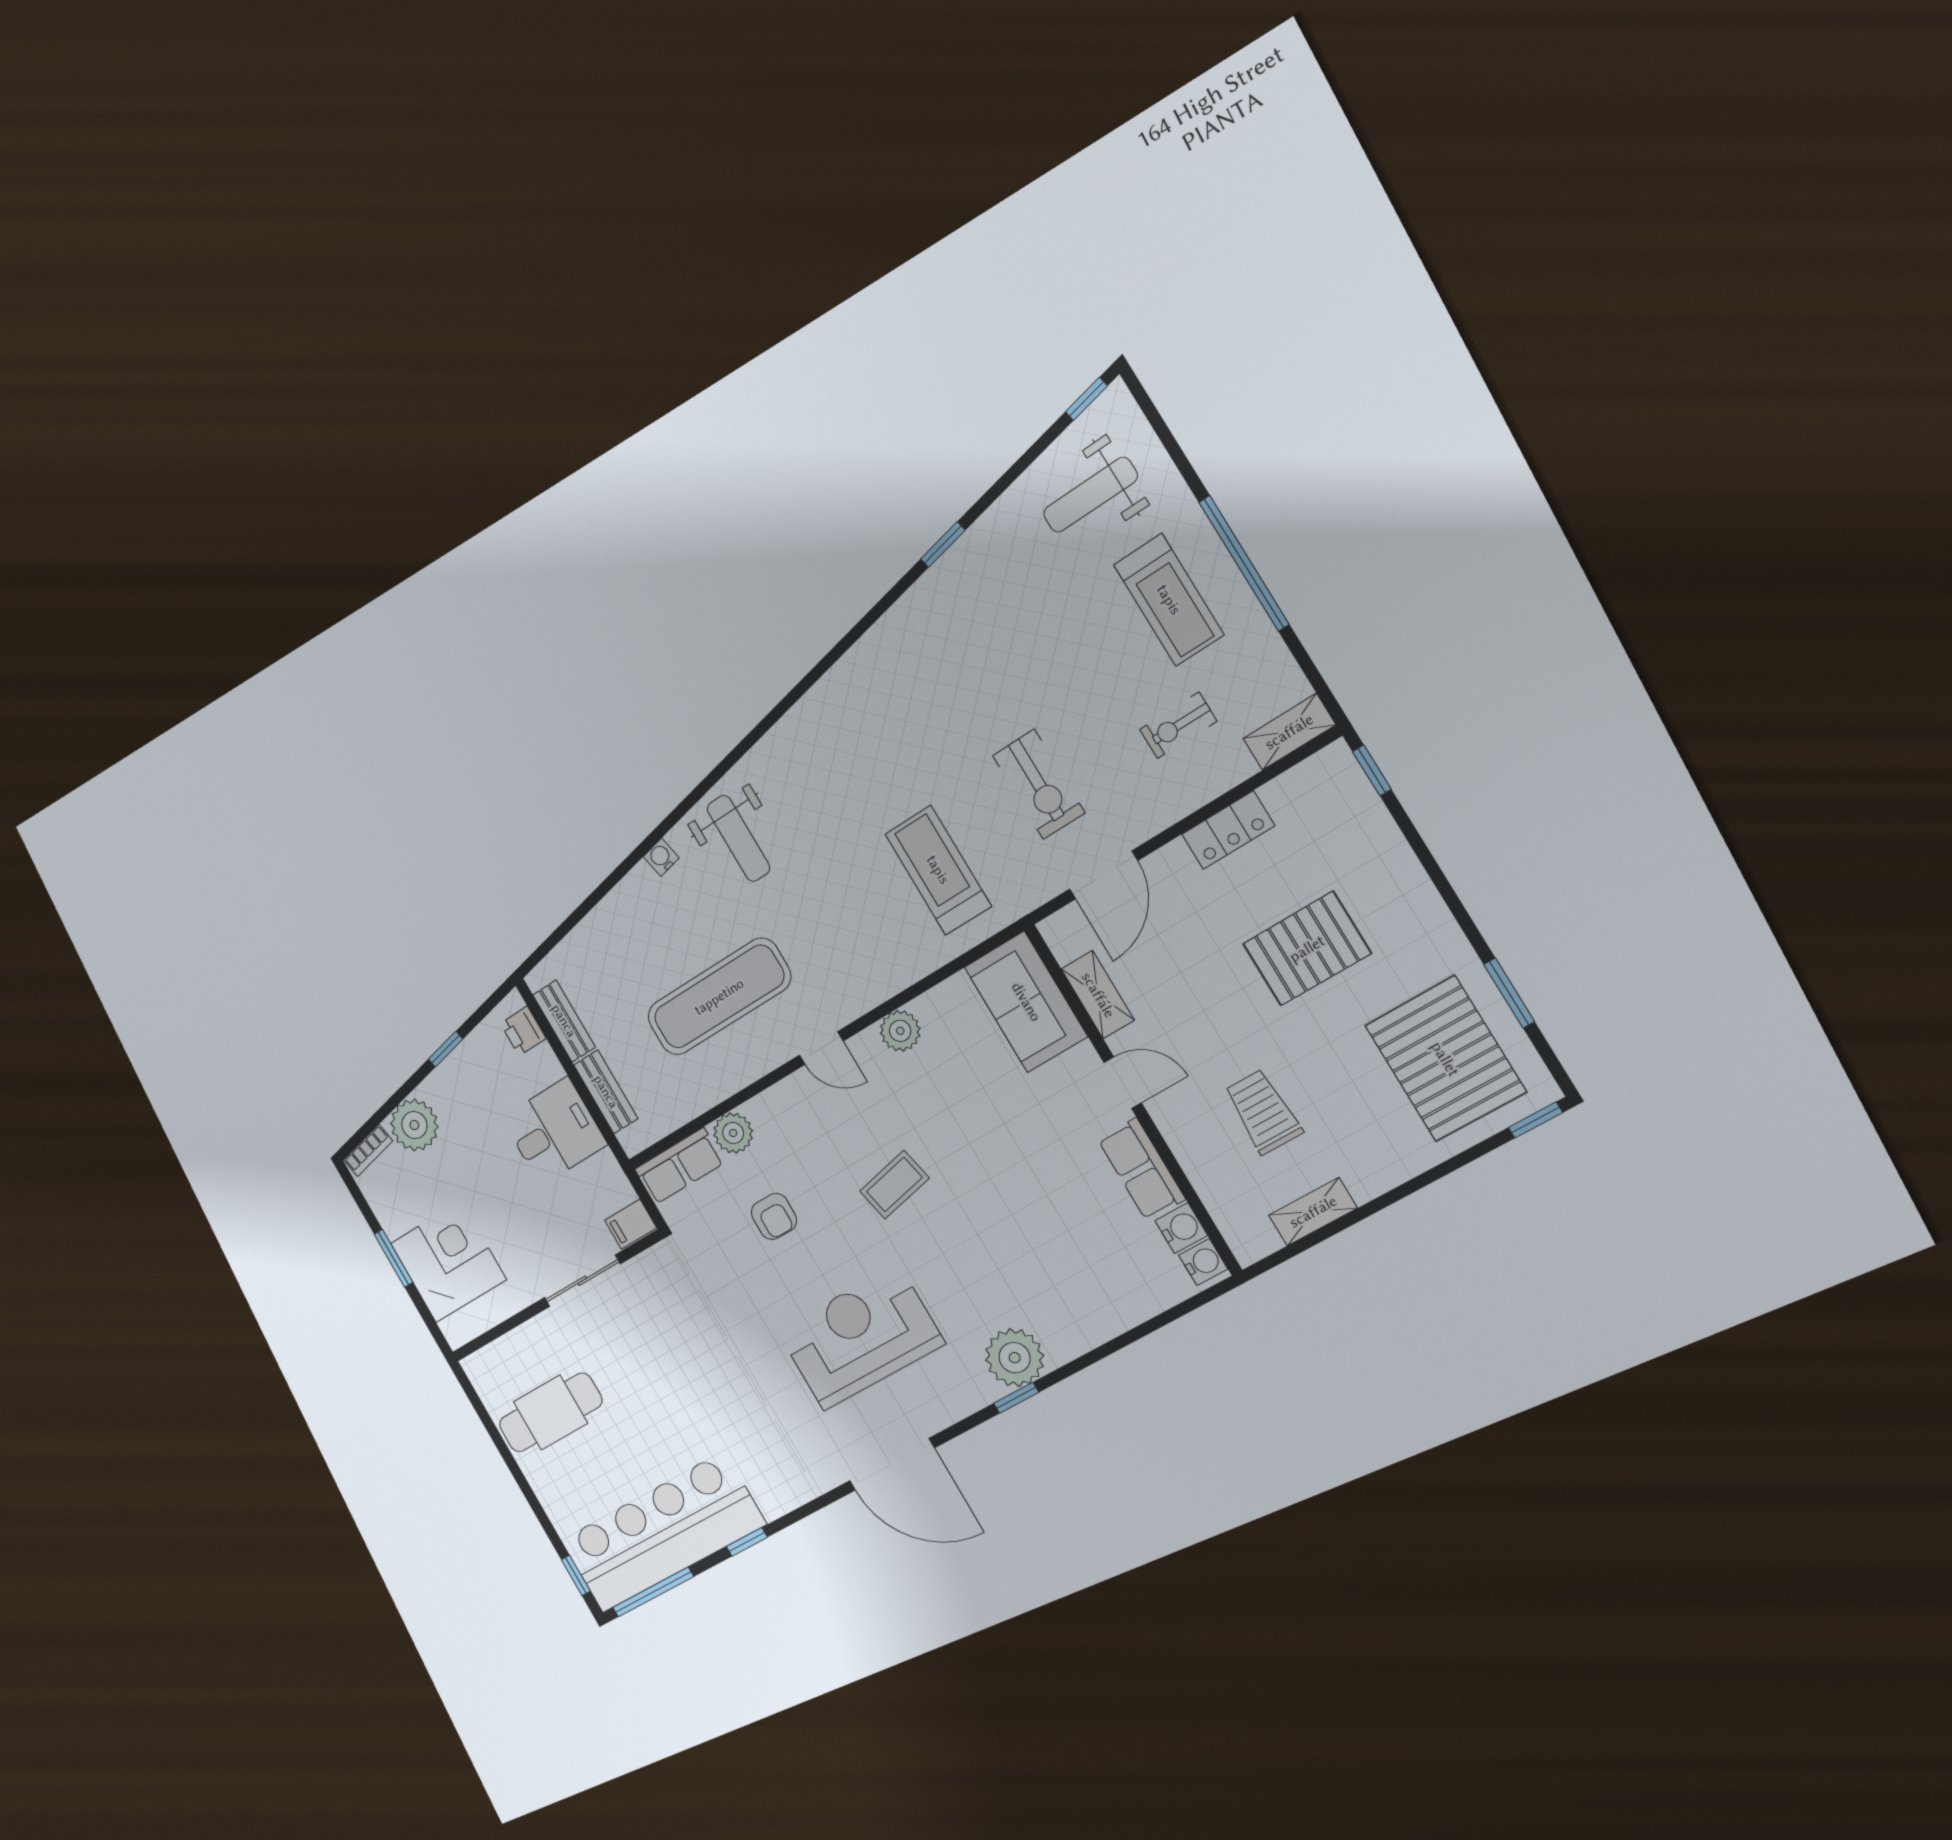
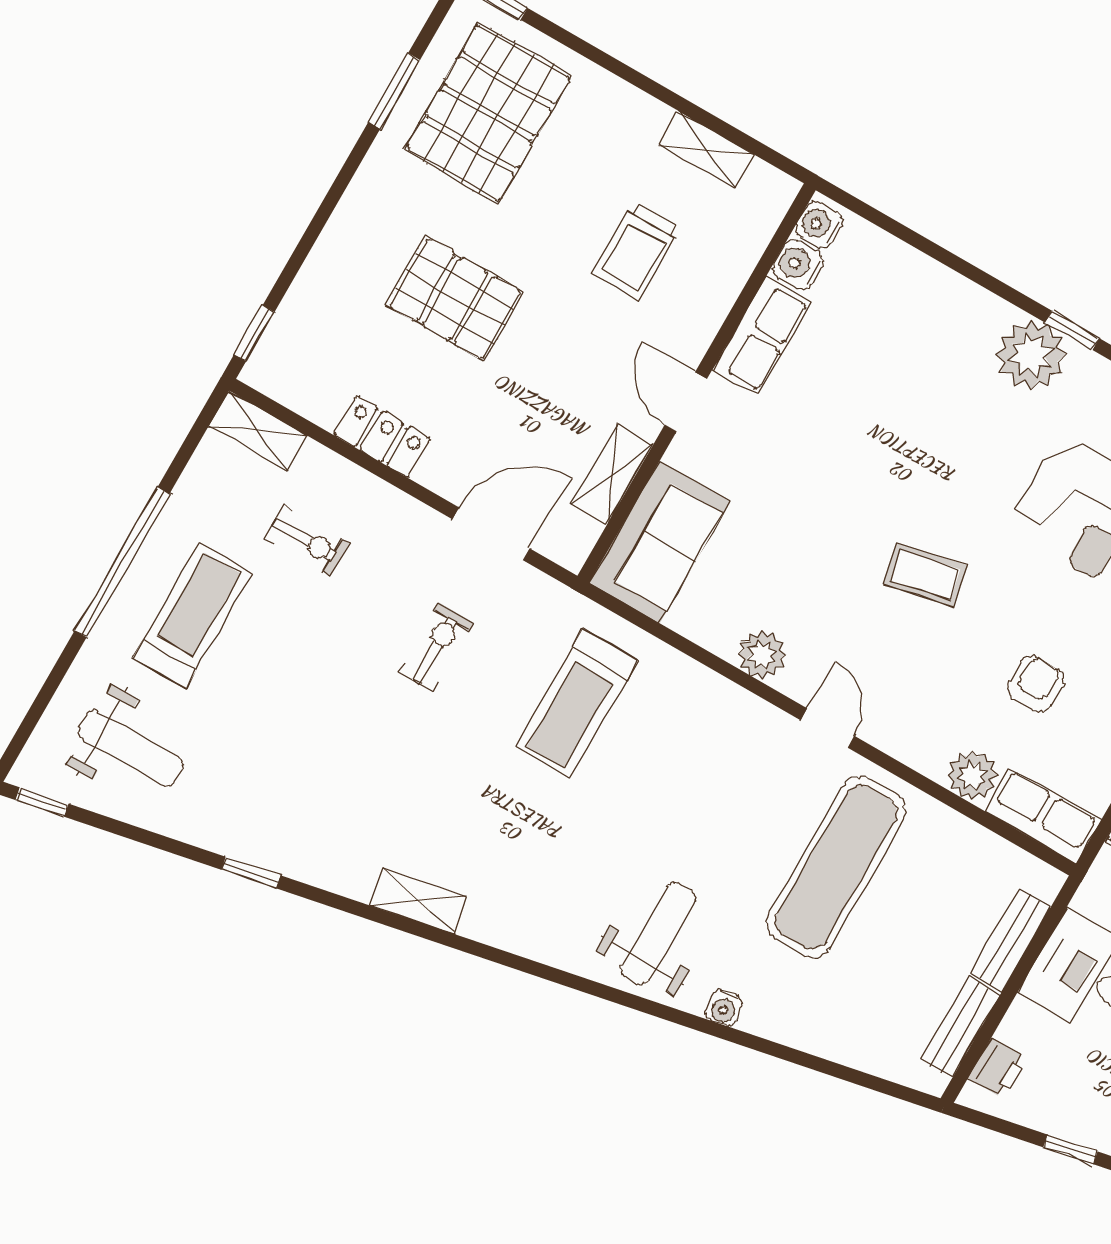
shelving: (854, 667) -> (418, 901), added
exercise bike: (1039, 784) -> (436, 647), width x0.73, depth x0.72
exercise mat: (719, 997) -> (836, 867), turned 90

